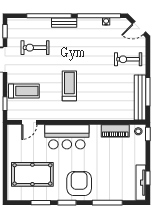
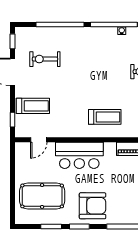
bench: (64, 23) -> (76, 32), removed
treadmill: (69, 86) -> (105, 117), moved, turned 90
armchair: (79, 183) -> (93, 206), turned 90

